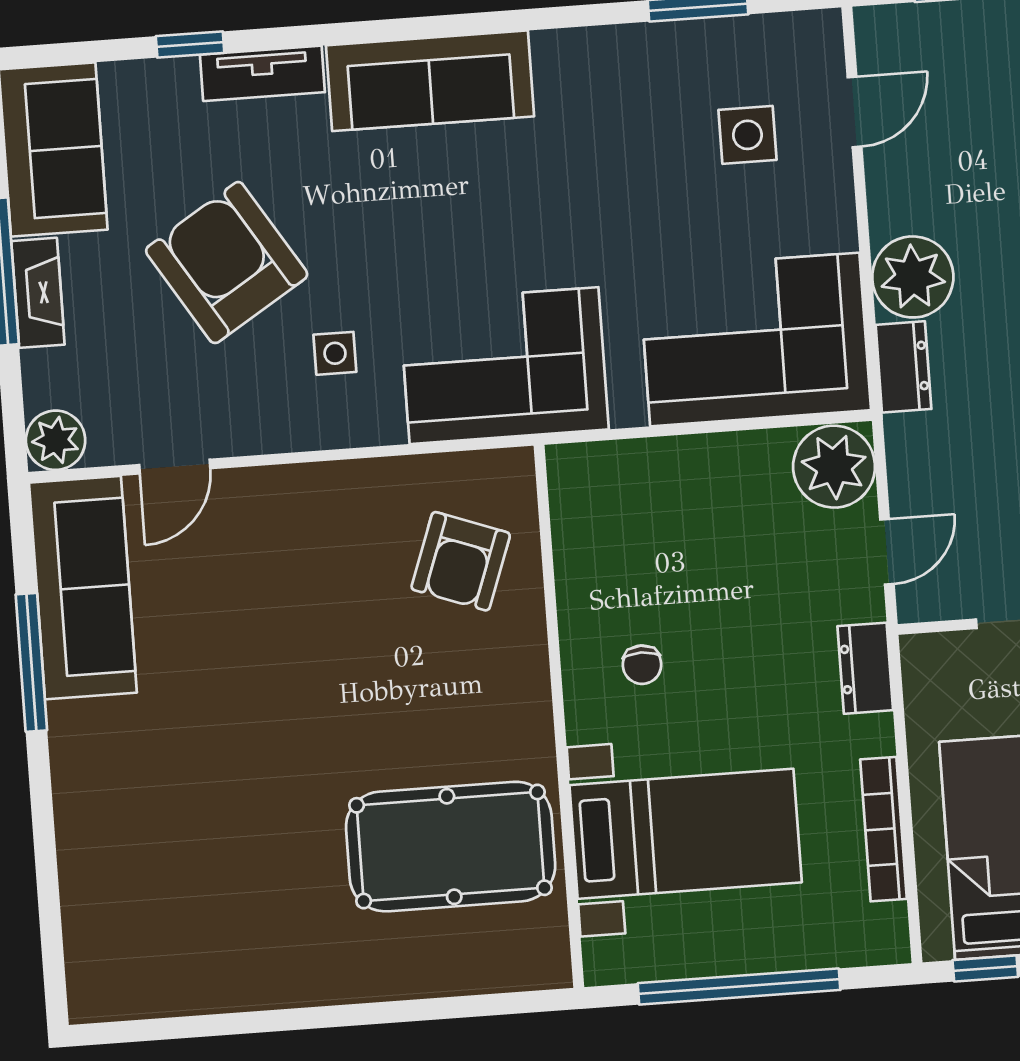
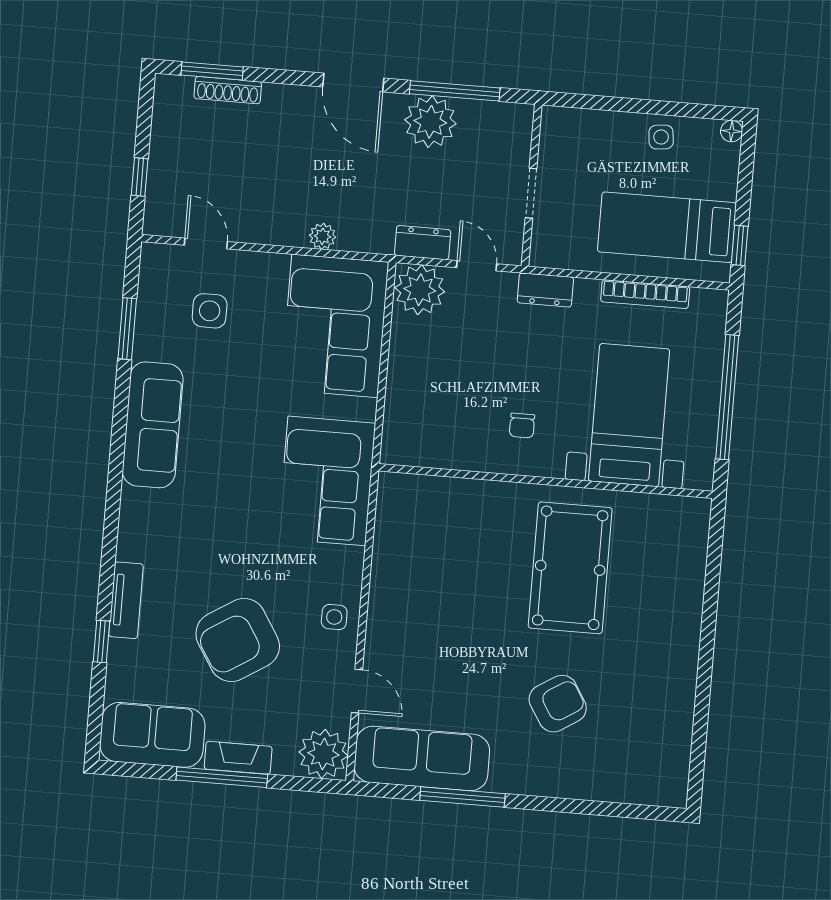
sofa: (430, 81) -> (153, 425), moved
plant: (913, 277) -> (323, 236), width x0.53, depth x0.53
side table: (335, 353) -> (334, 617), moved
dresser: (903, 367) -> (423, 243), moved
plant: (56, 440) -> (323, 754), width x1.36, depth x1.36
armchair: (461, 561) -> (558, 704), moved, turned -52
chair: (642, 665) -> (522, 425), turned 90
pool table: (451, 847) -> (570, 568), moved

